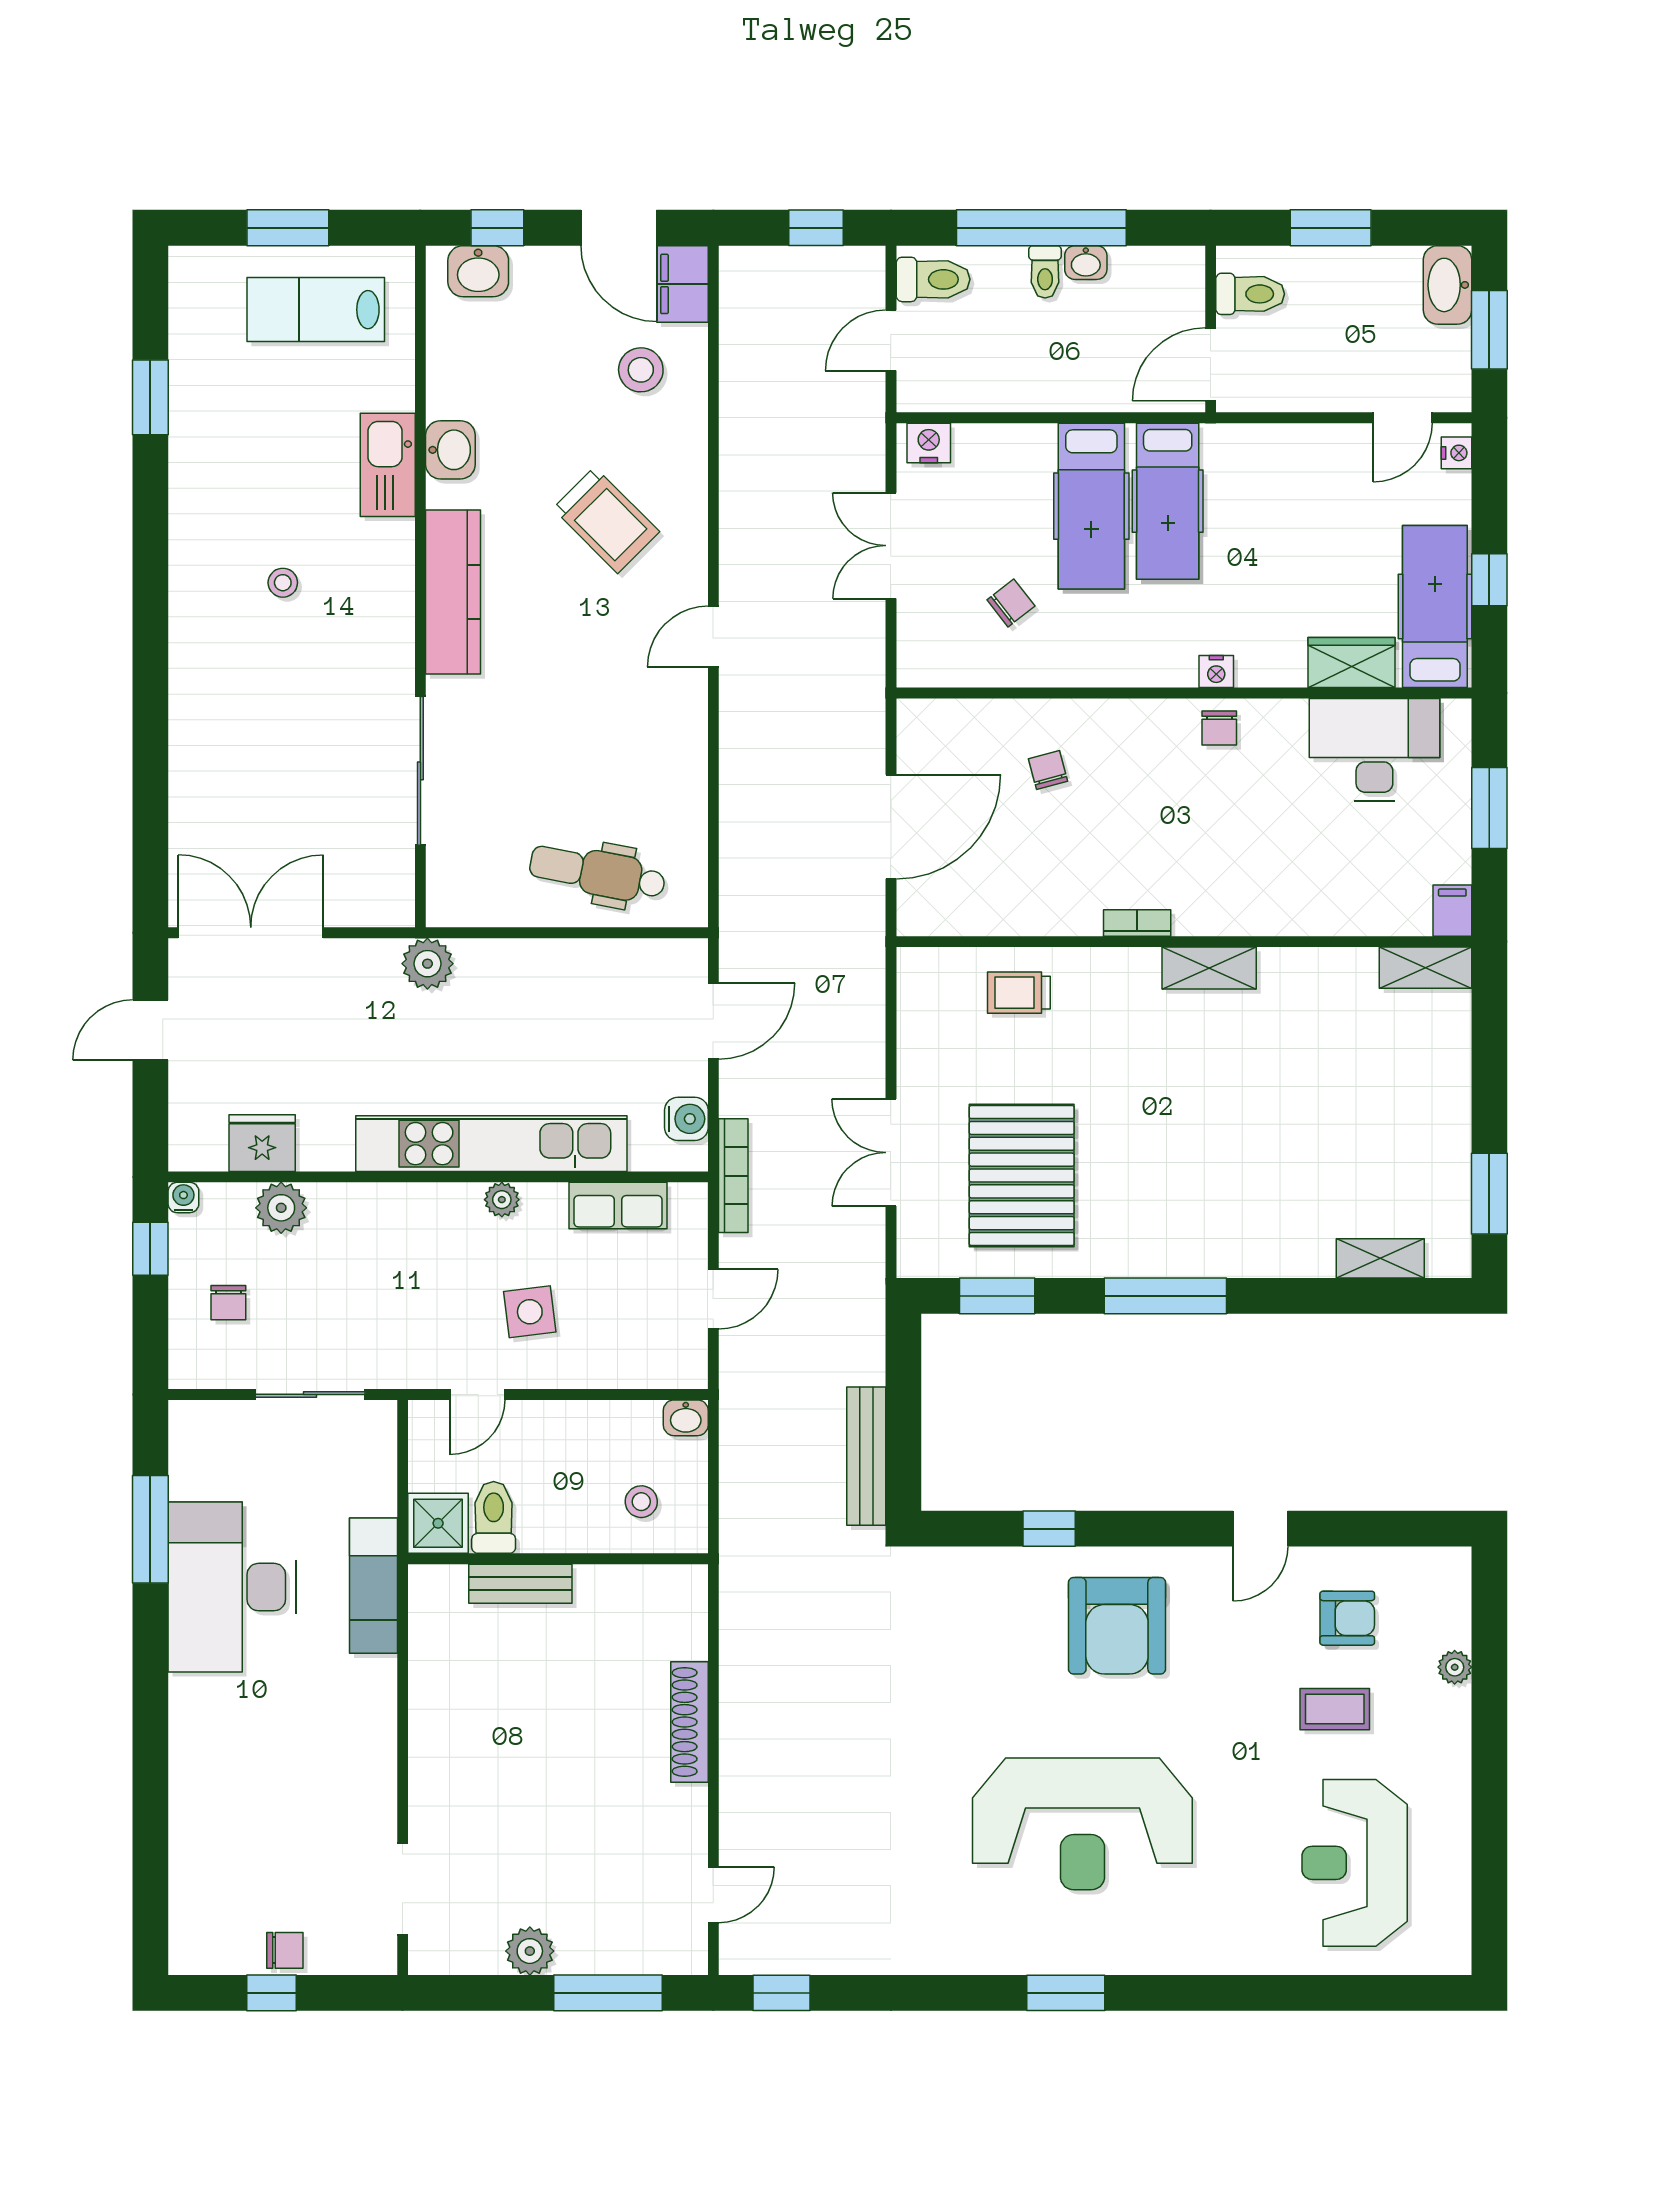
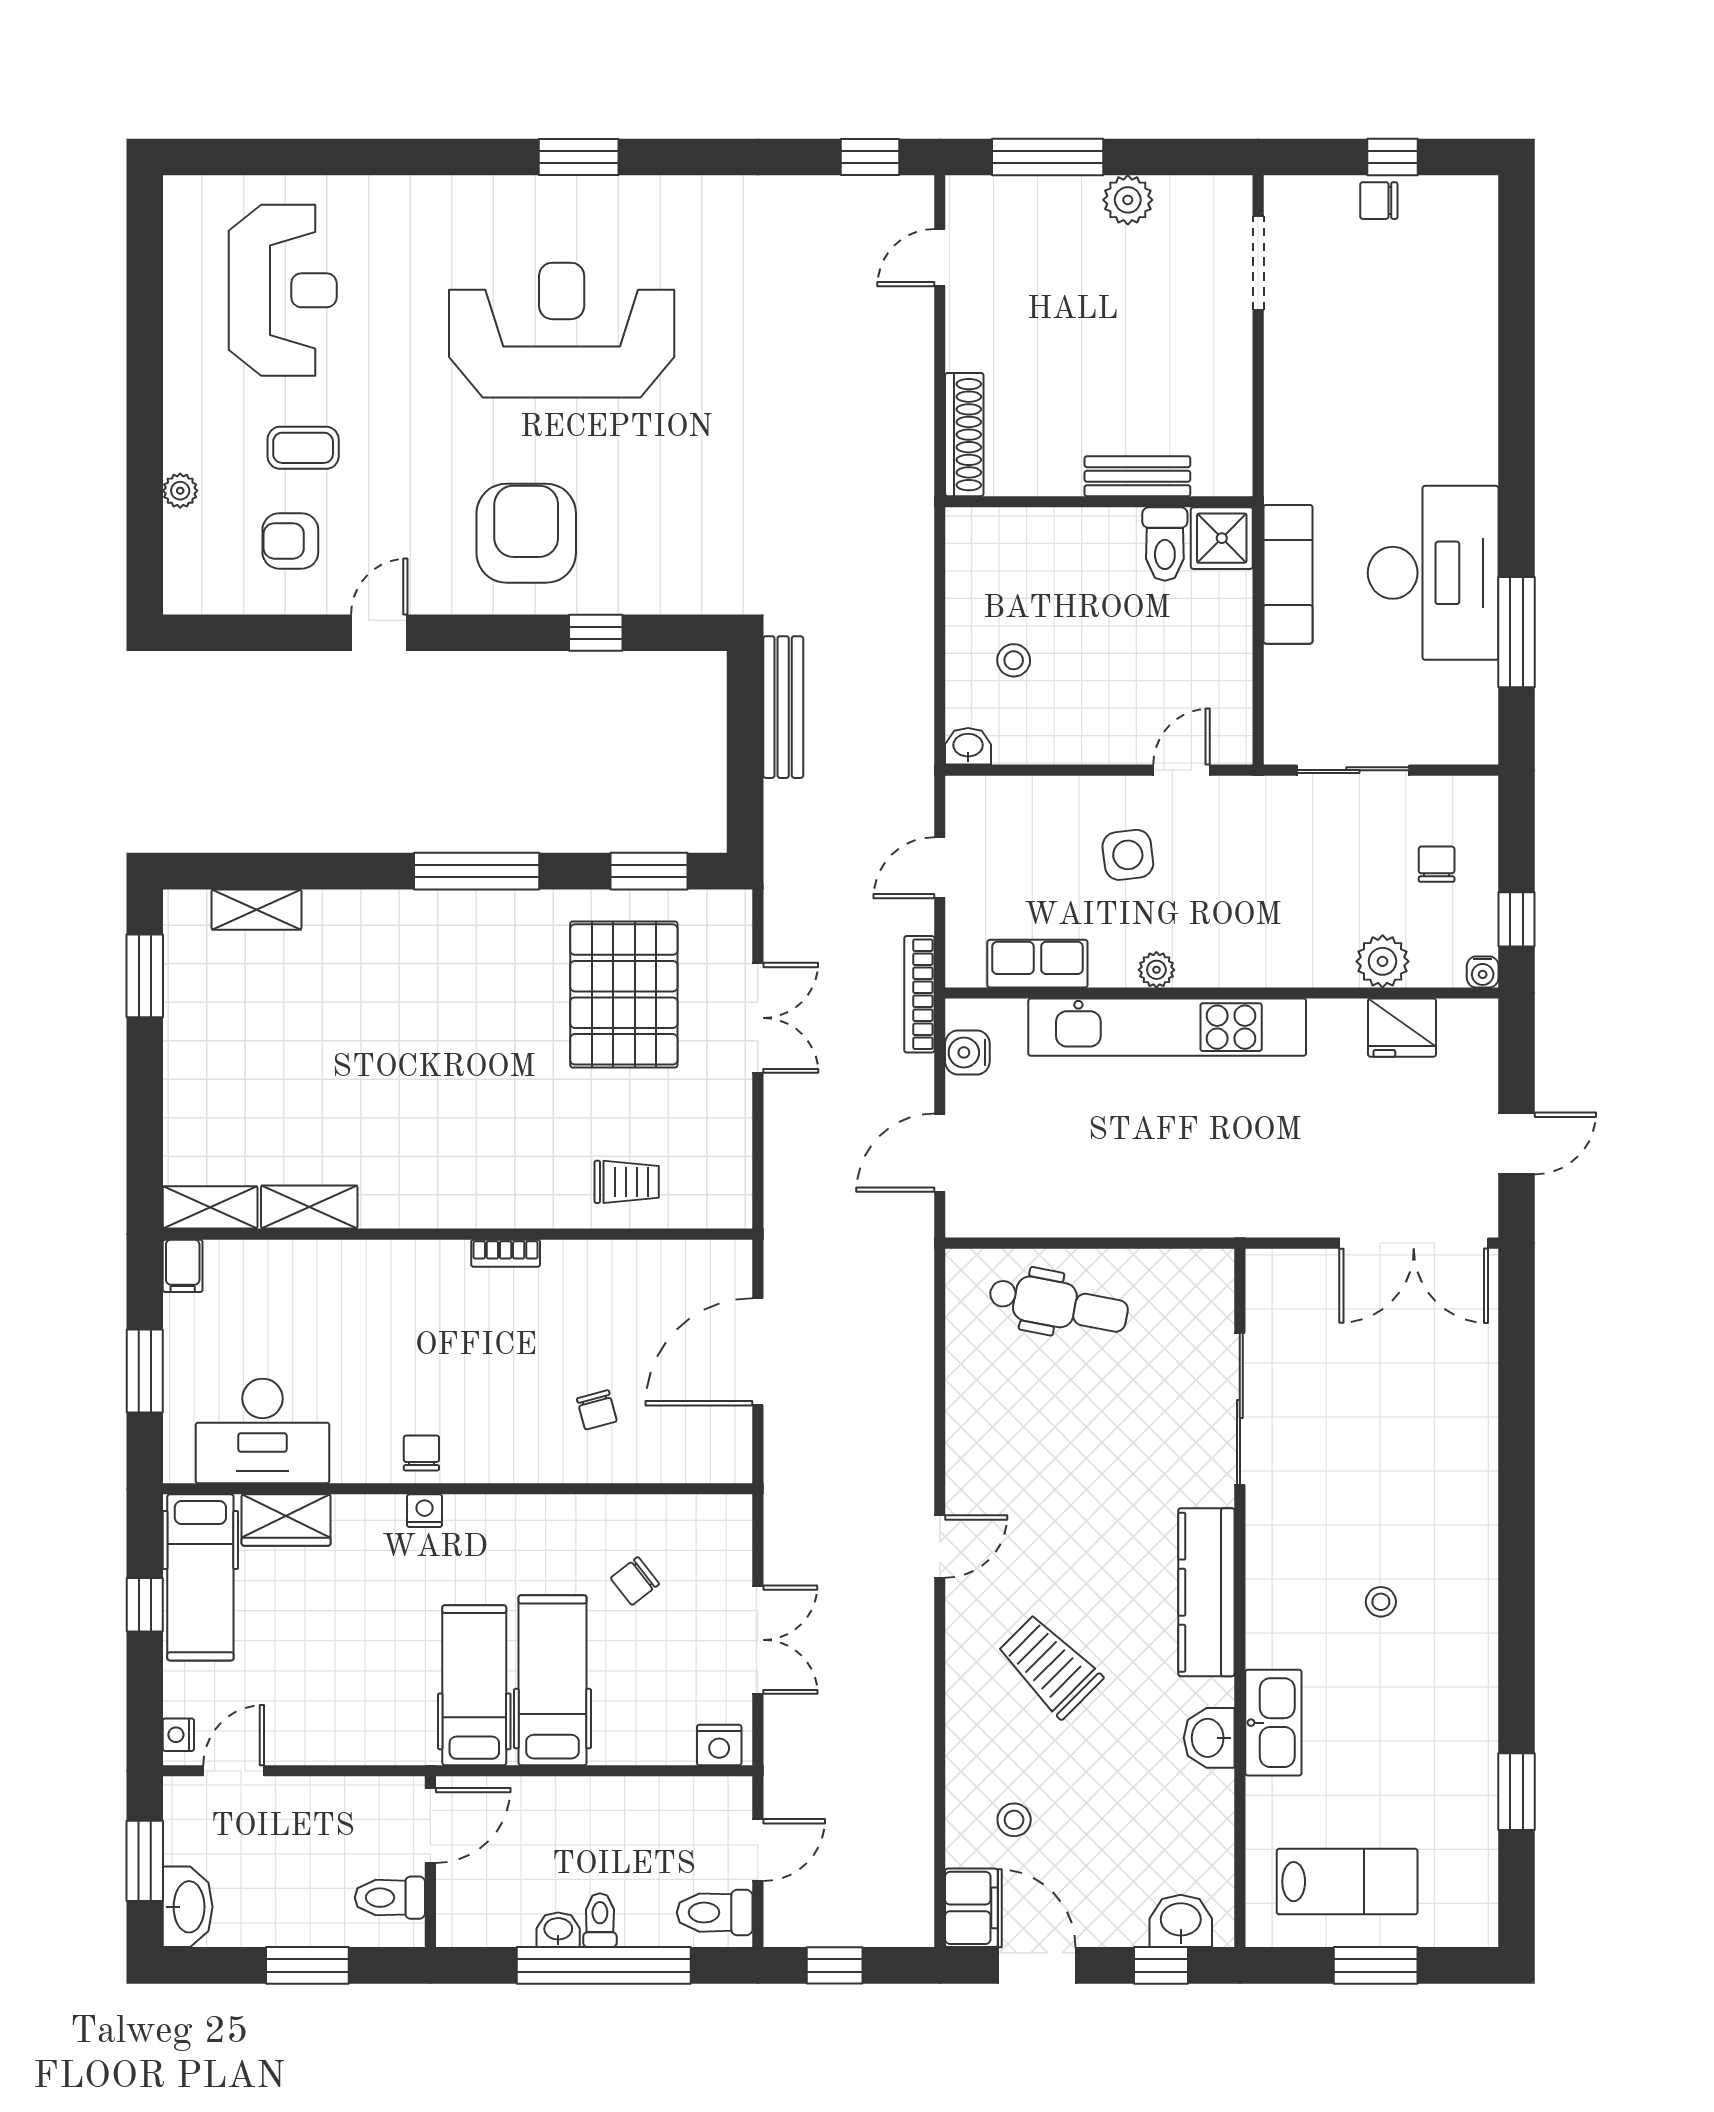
stool: (641, 370) -> (1014, 1820), width x0.73, depth x0.73
plant: (427, 964) -> (1233, 1212), removed
shelving: (1209, 968) -> (309, 1207), moved
toilet: (494, 1517) -> (1165, 544), moved
shower: (438, 1523) -> (1222, 538), moved
wall: (558, 1559) -> (1099, 502), moved
bench: (520, 1584) -> (1137, 476), moved

